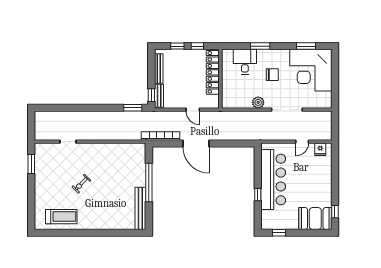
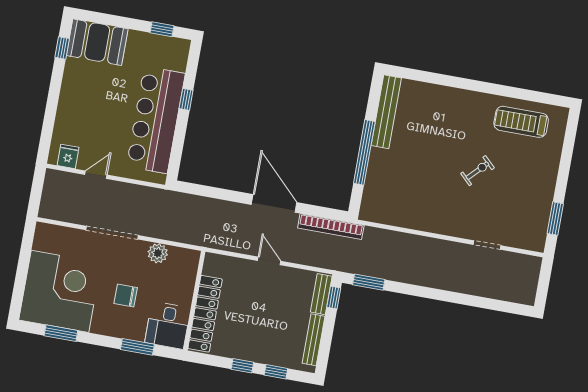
locker: (213, 72) -> (205, 314), moved
wall: (220, 79) -> (194, 301), moved

